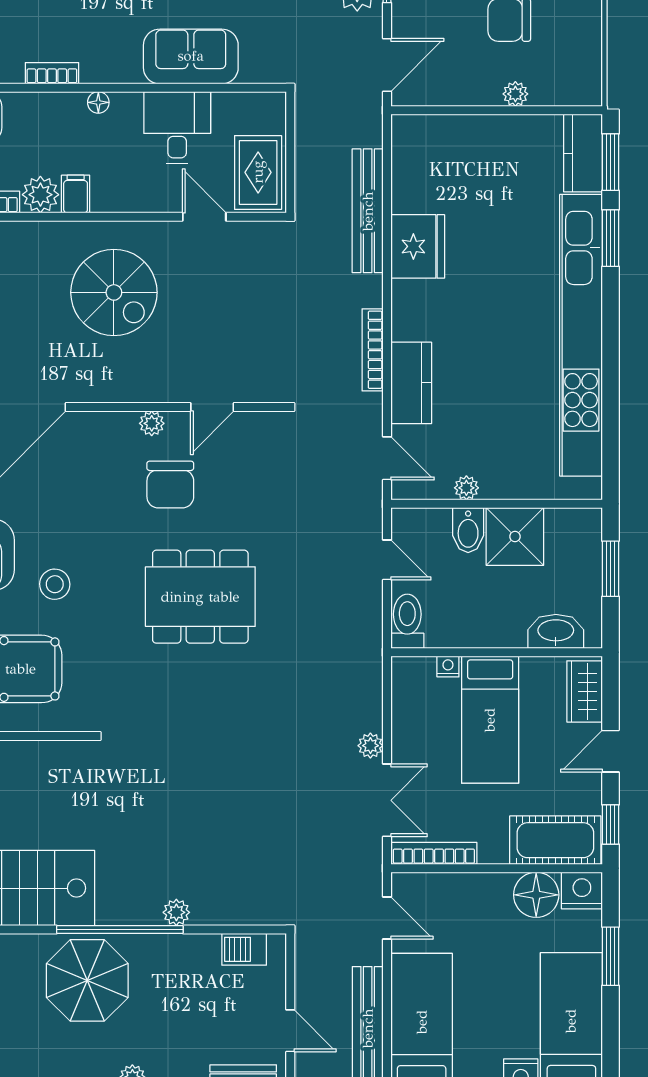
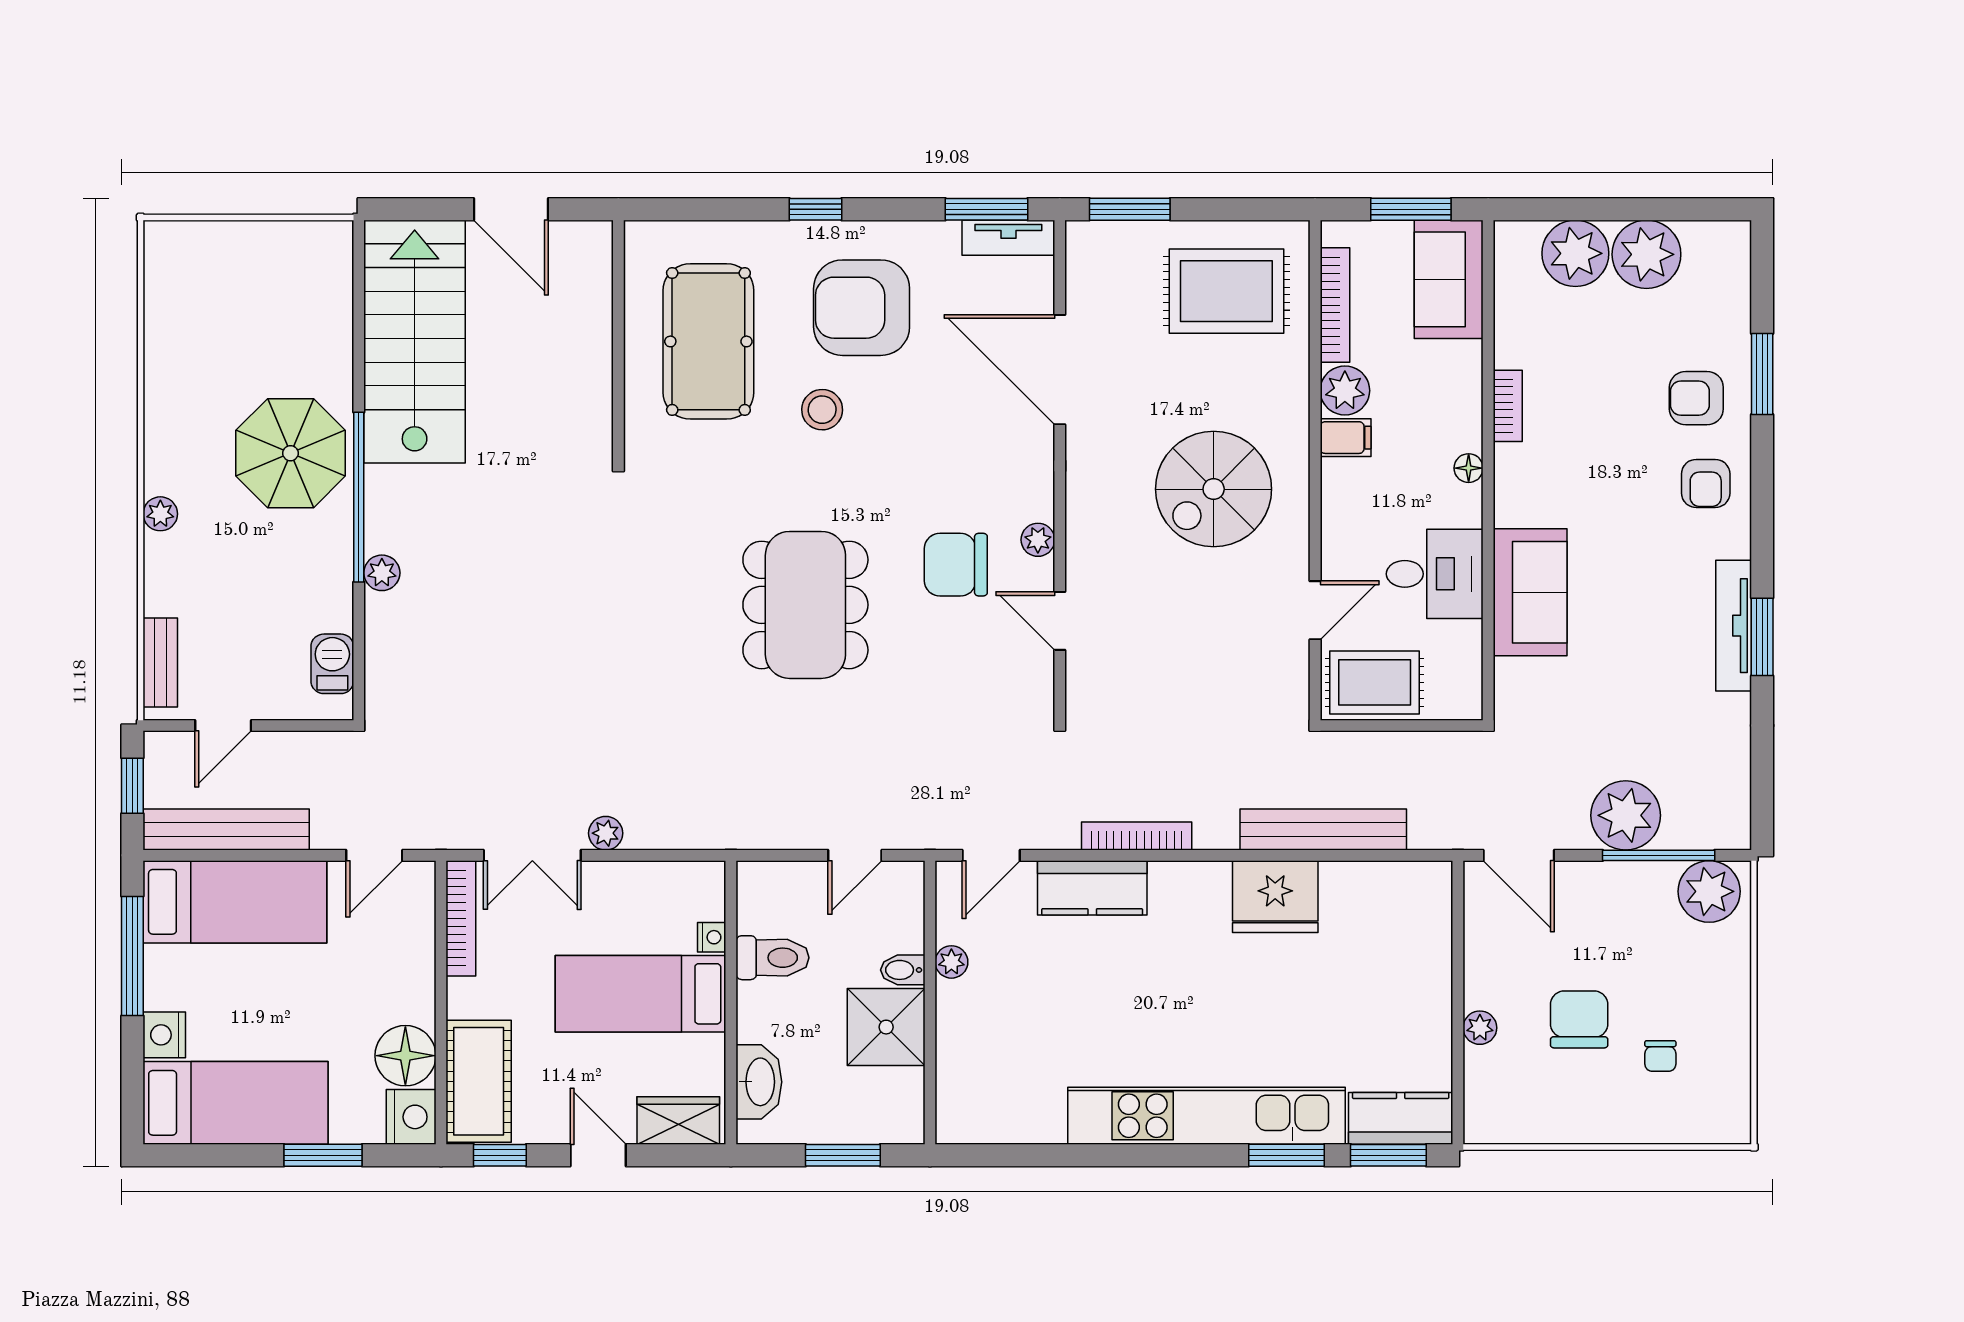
kitchen unit: (581, 335) -> (1206, 1116), width x0.73
bidet: (468, 530) -> (903, 970), width x0.72, depth x0.74
toilet: (407, 621) -> (772, 958), moved

